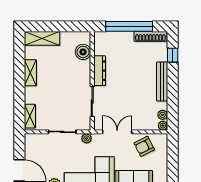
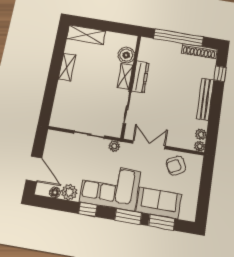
shelving: (30, 116) -> (125, 76), moved

